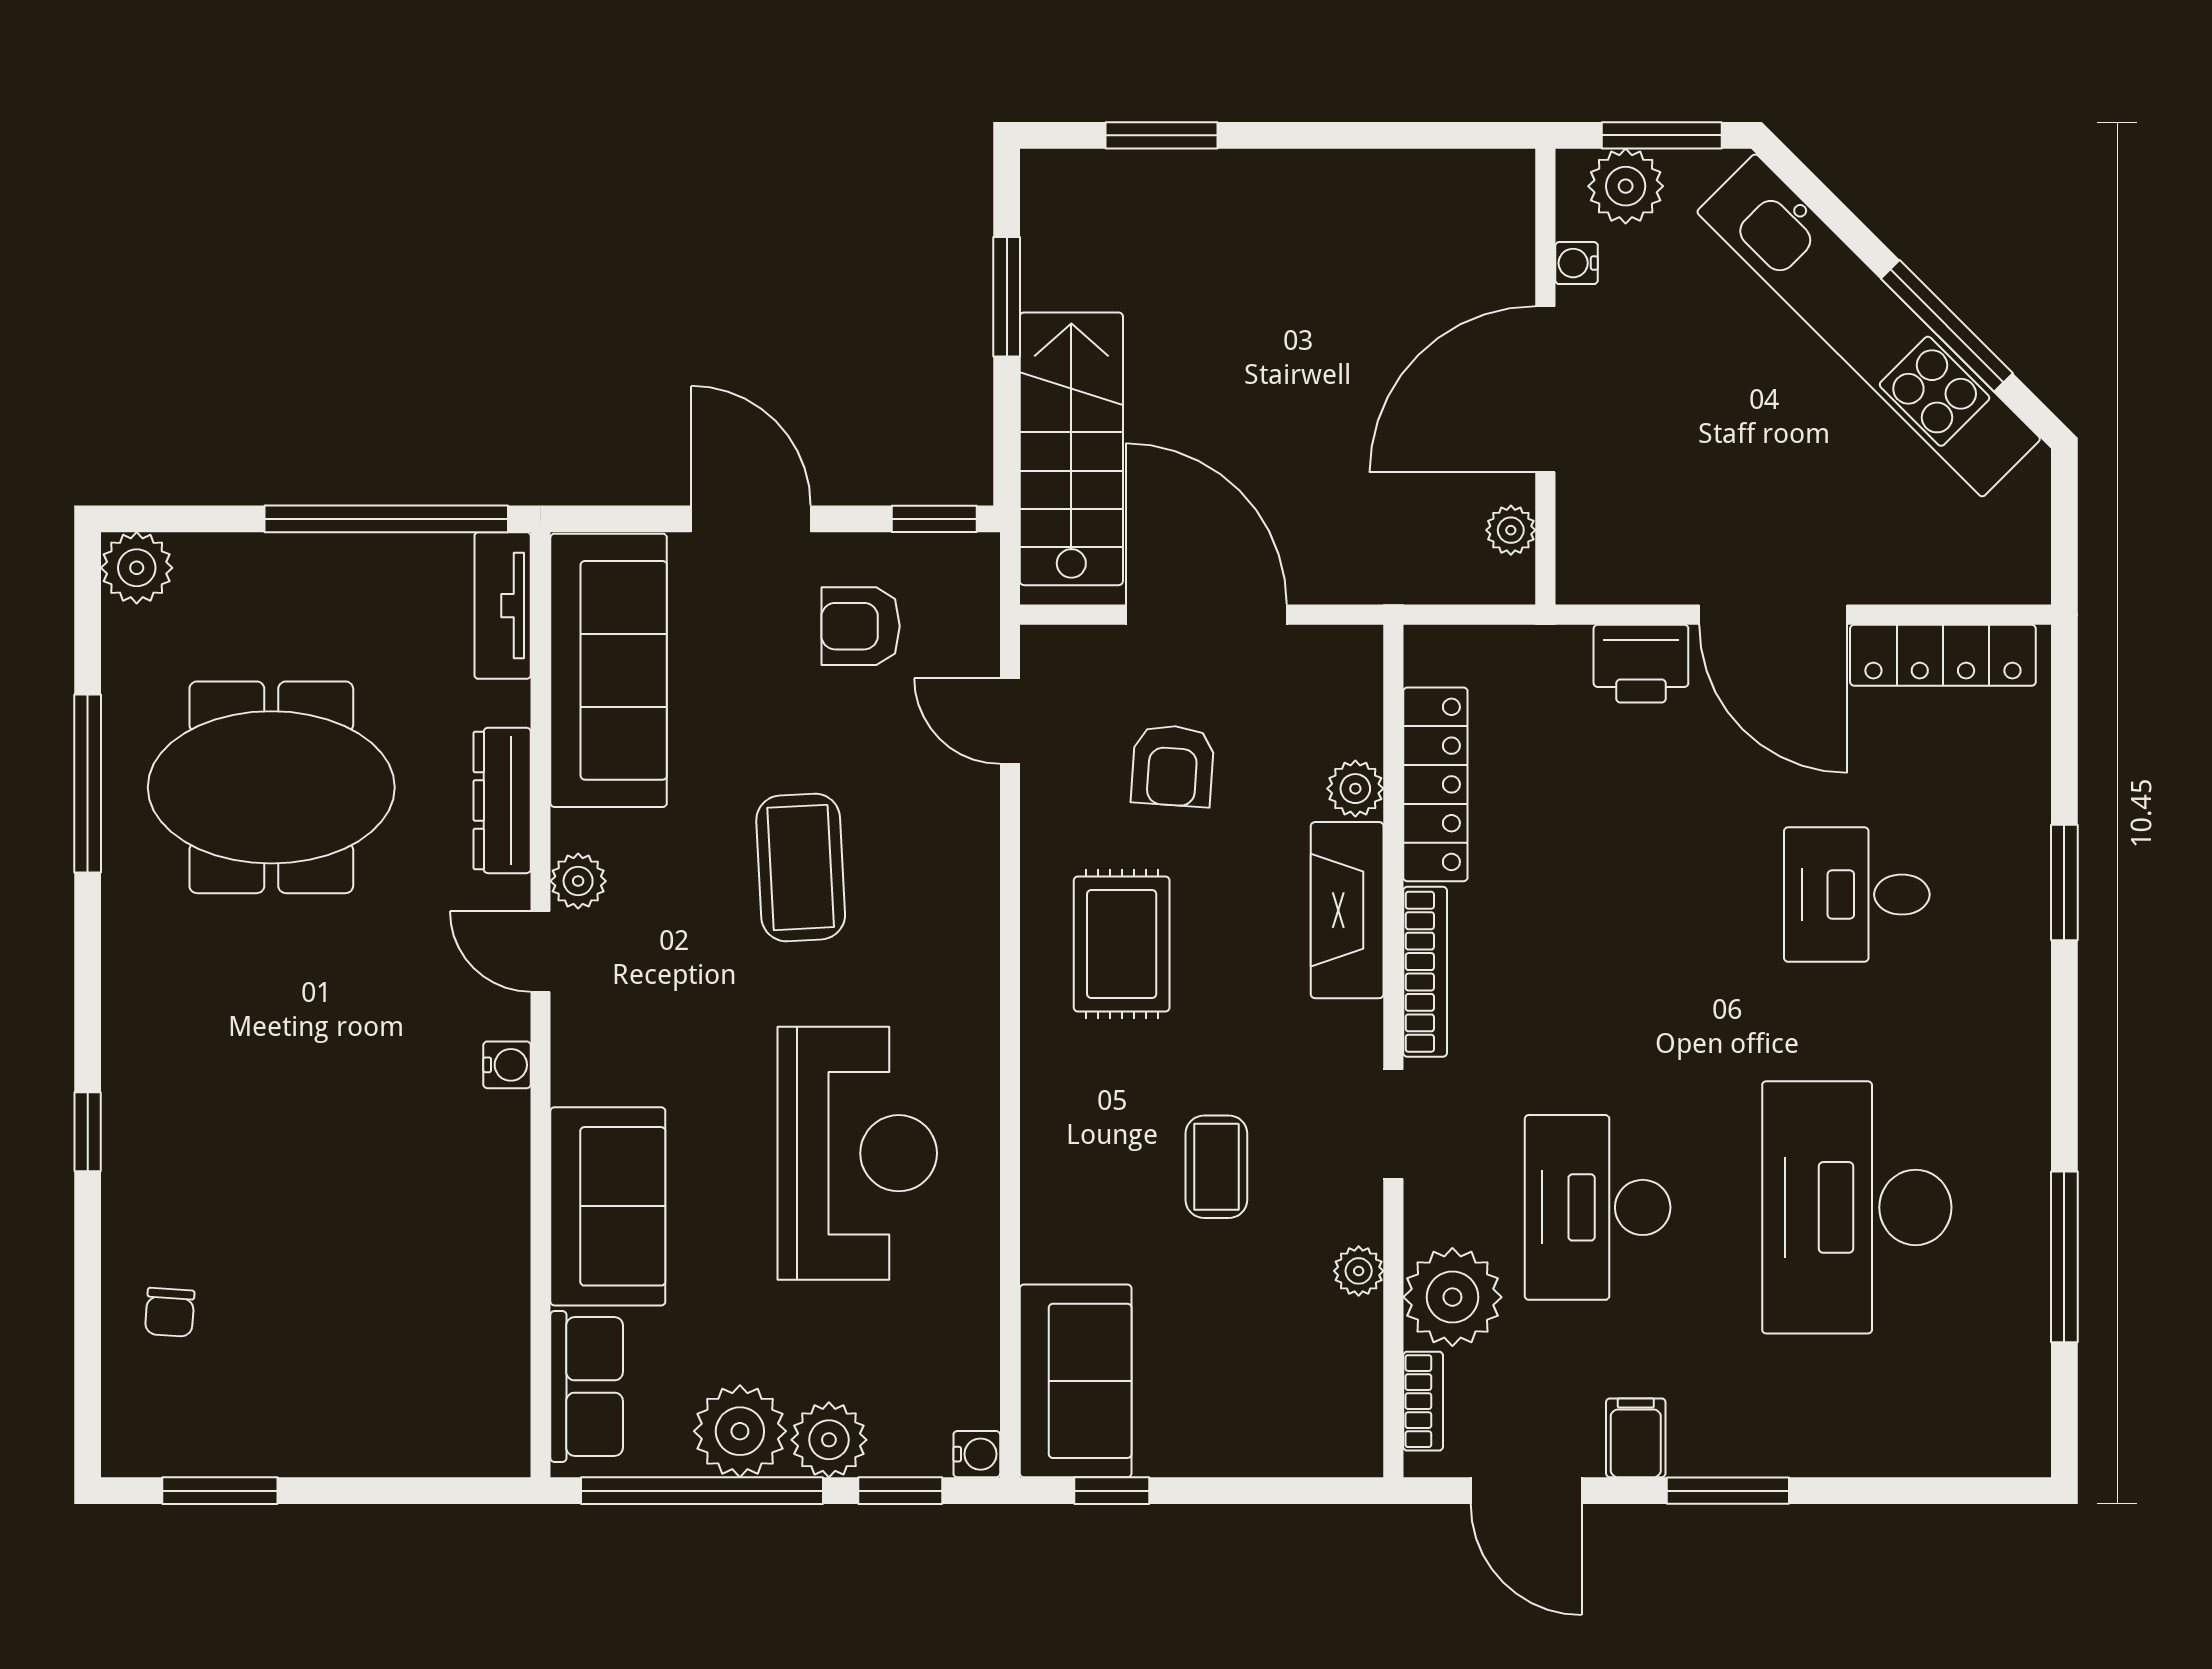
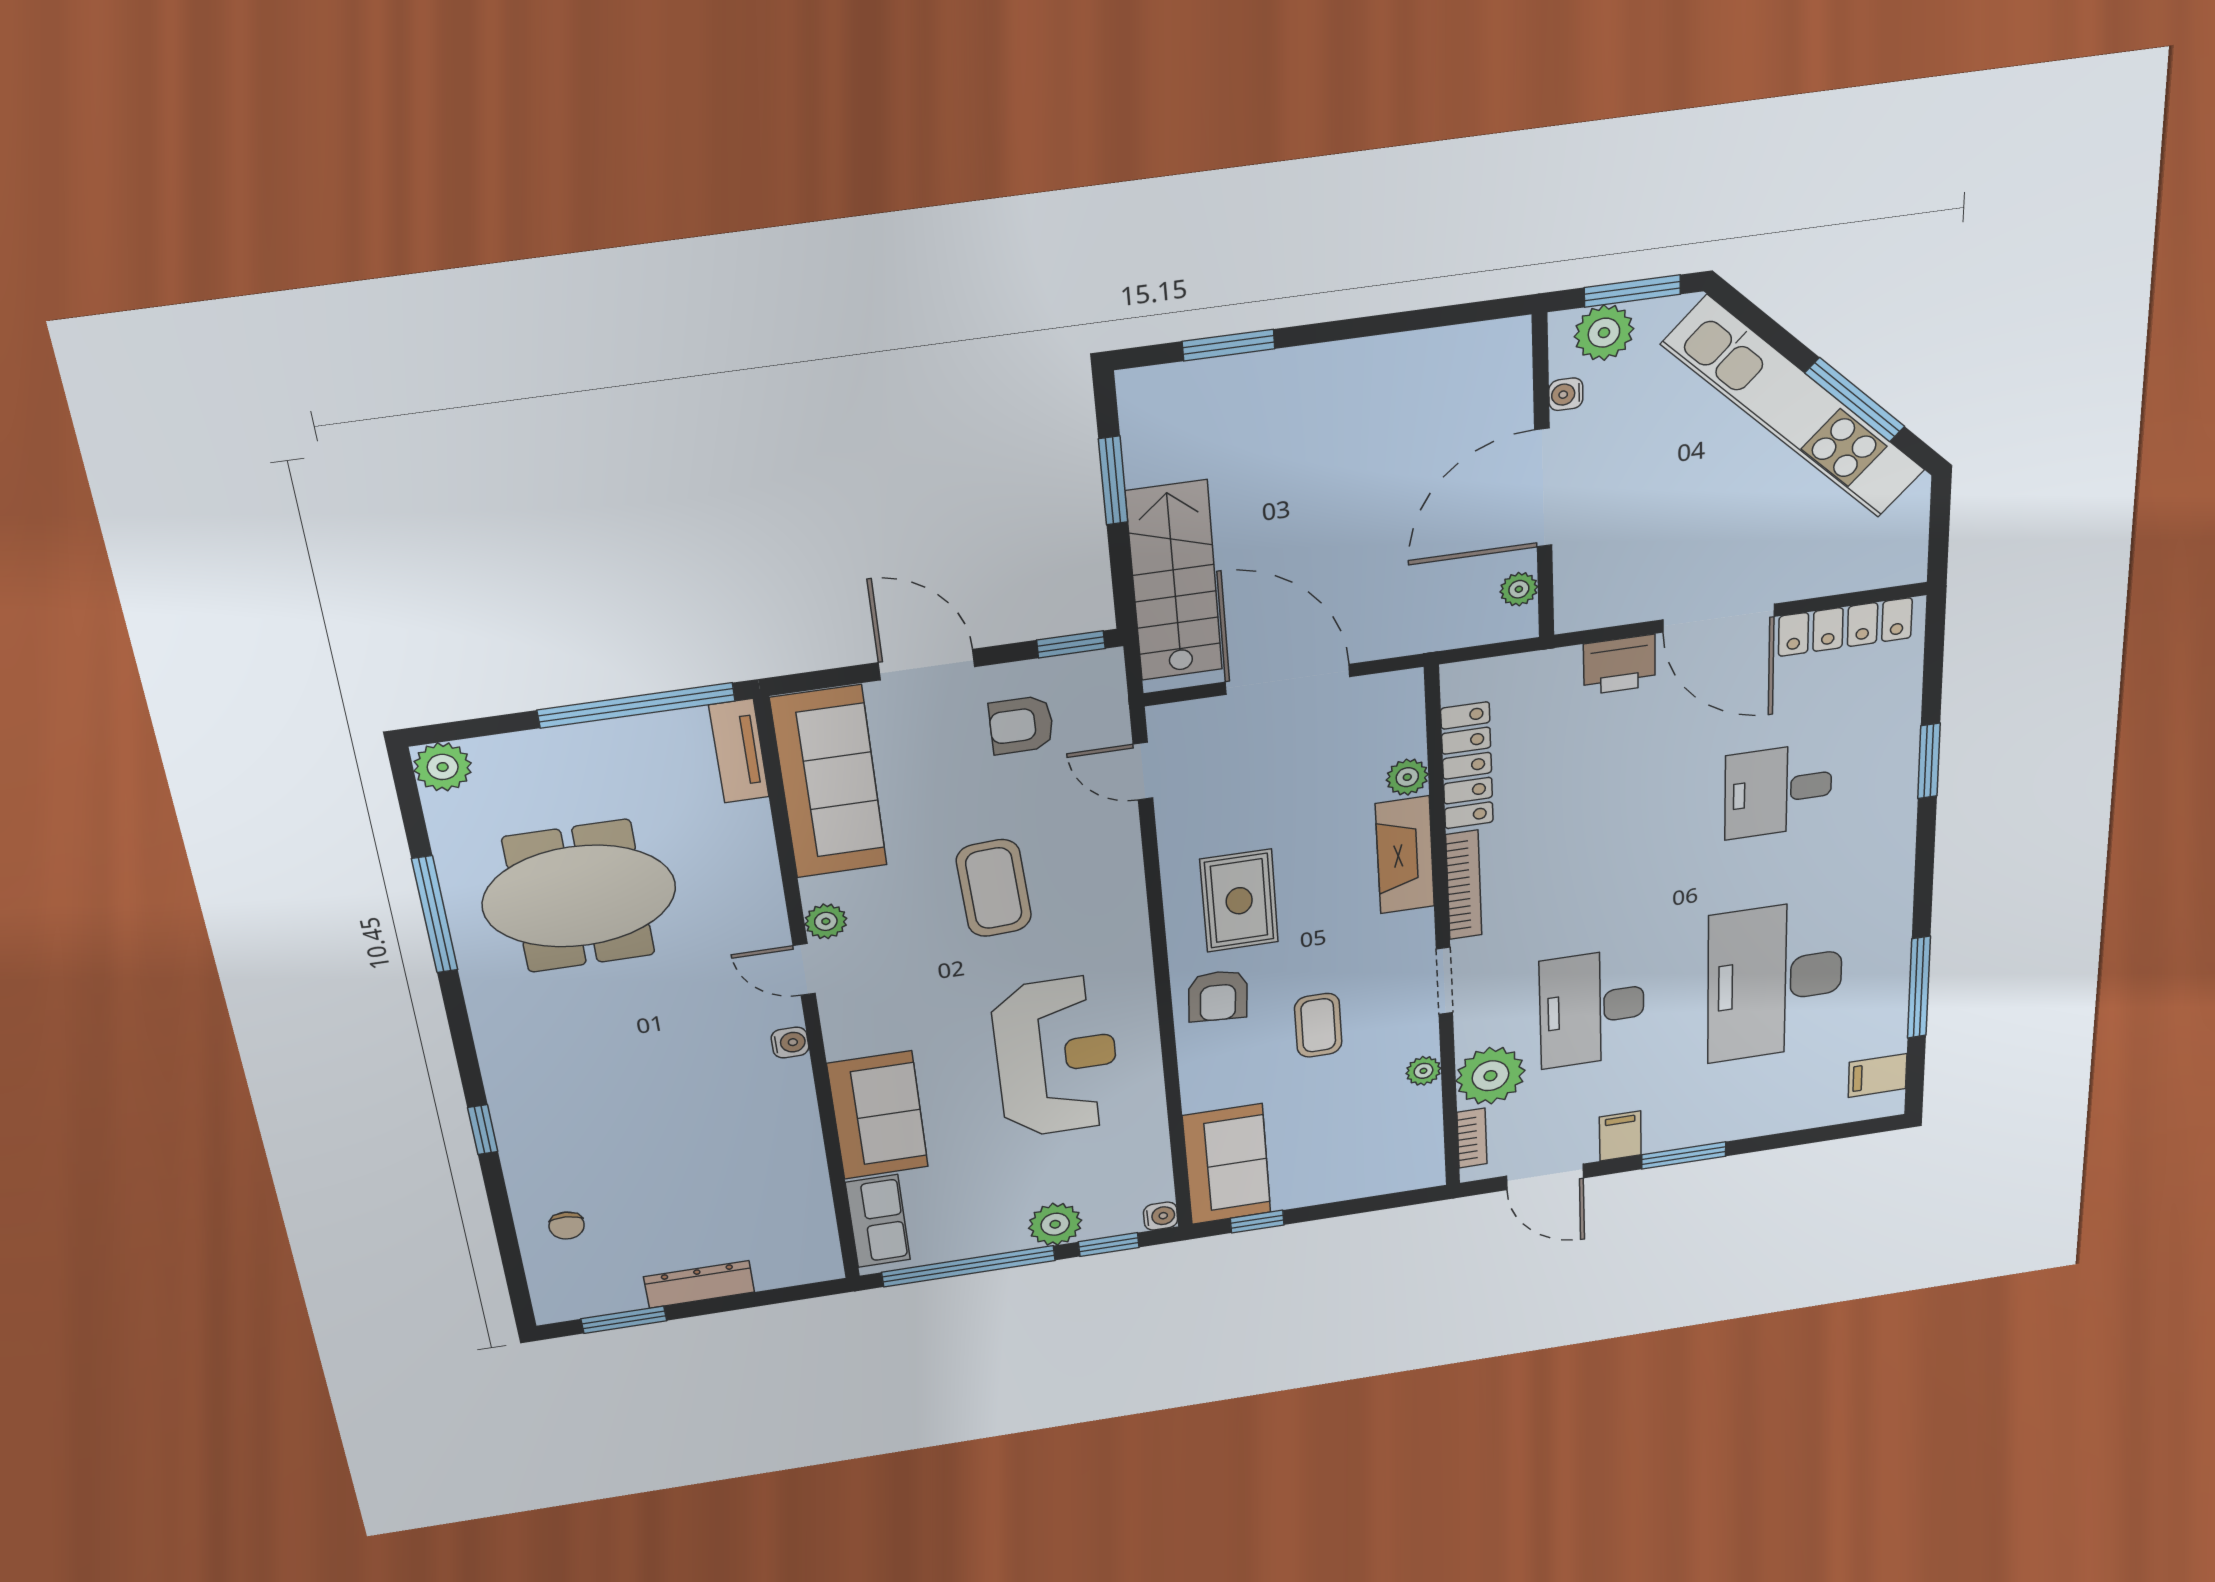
armchair: (1173, 766) -> (1218, 996), moved
dresser: (502, 800) -> (699, 1284), moved, turned 90
filing cabinet: (2009, 1401) -> (1878, 1075), added
plant: (740, 1431) -> (991, 1229), removed

